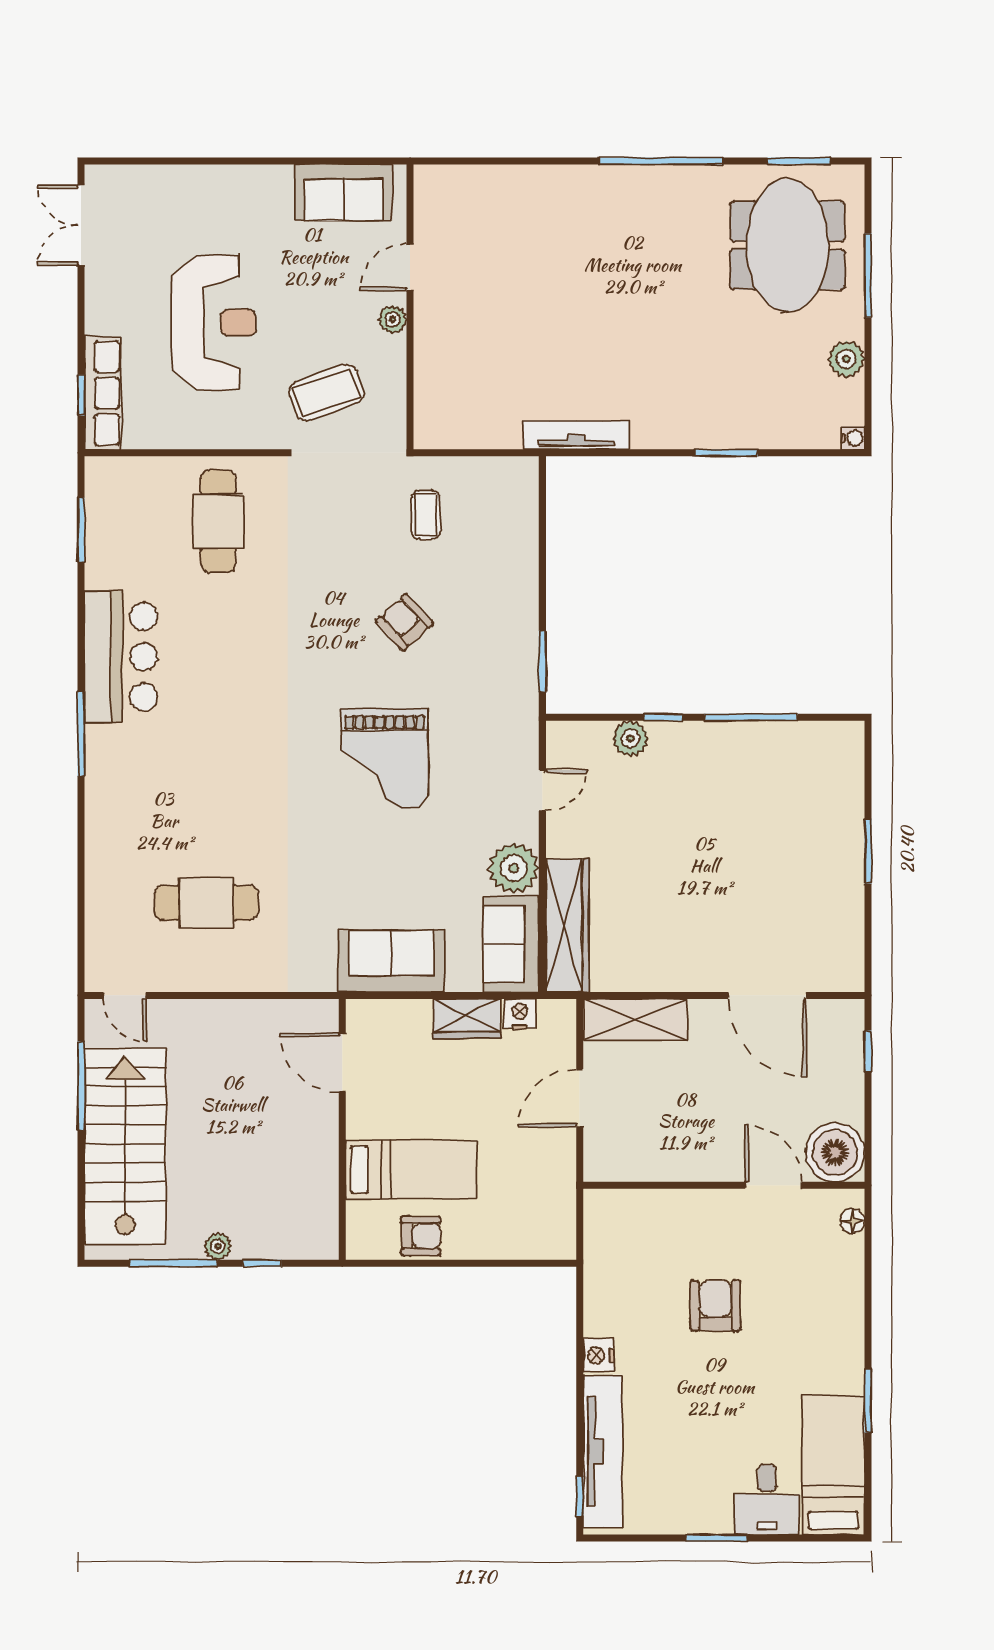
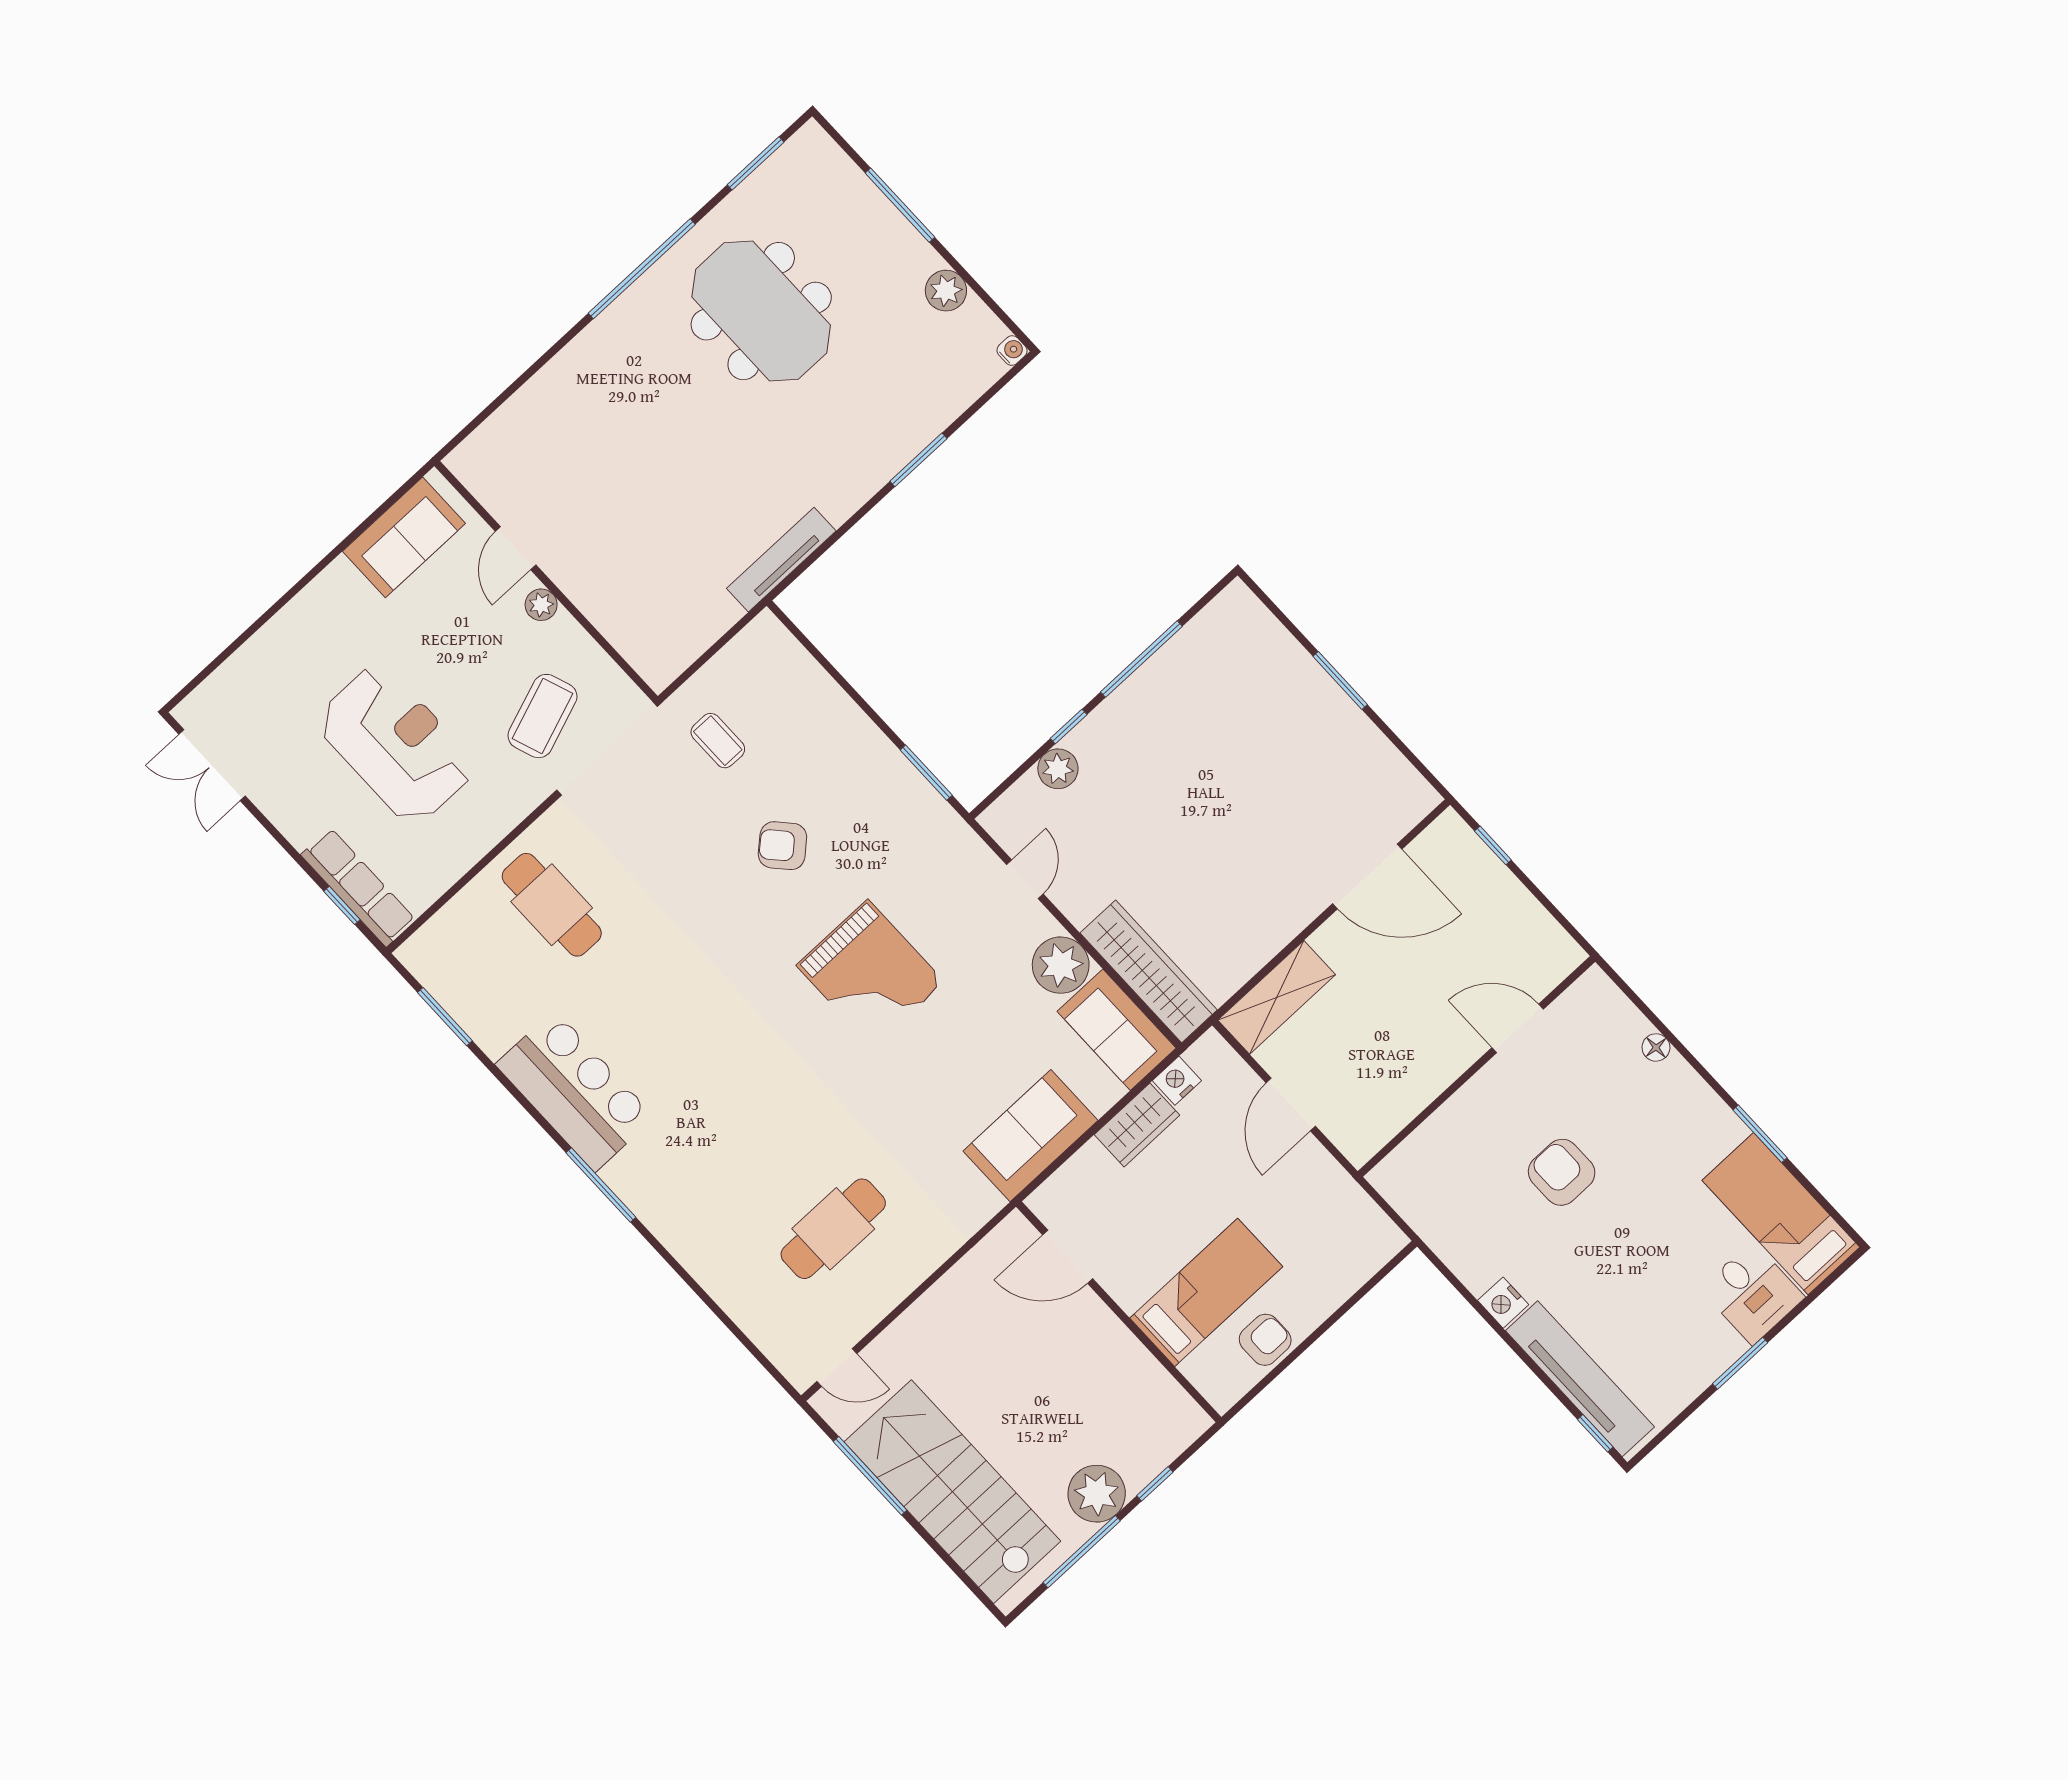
meeting table: (787, 245) -> (761, 311), moved
boiler: (835, 1152) -> (1543, 954), removed
floor lamp: (852, 1221) -> (1656, 1047), moved
plant: (218, 1246) -> (1097, 1494), width x1.87, depth x1.87

